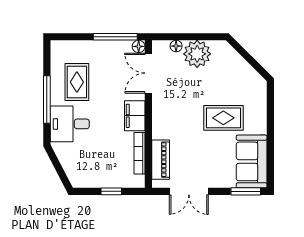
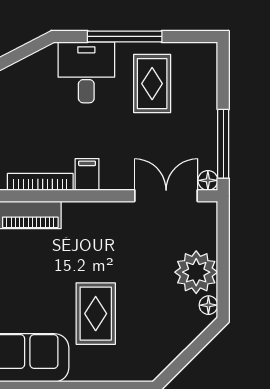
floor lamp: (176, 46) -> (208, 305), moved
rug: (77, 82) -> (152, 84), turned 90
filing cabinet: (135, 116) -> (87, 174), width x0.50

